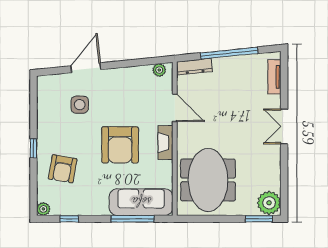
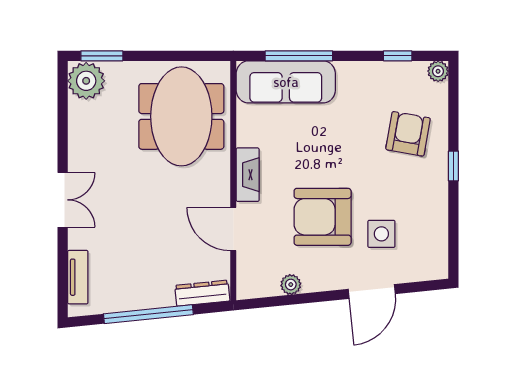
plant: (159, 70) -> (291, 285), moved
armchair: (120, 145) -> (323, 217), moved, turned -90

